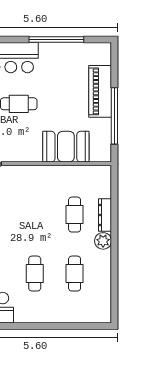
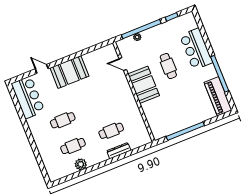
piano: (100, 91) -> (218, 96), moved, turned -90
booth: (66, 147) -> (144, 85), moved
plant: (103, 241) -> (81, 164), moved

